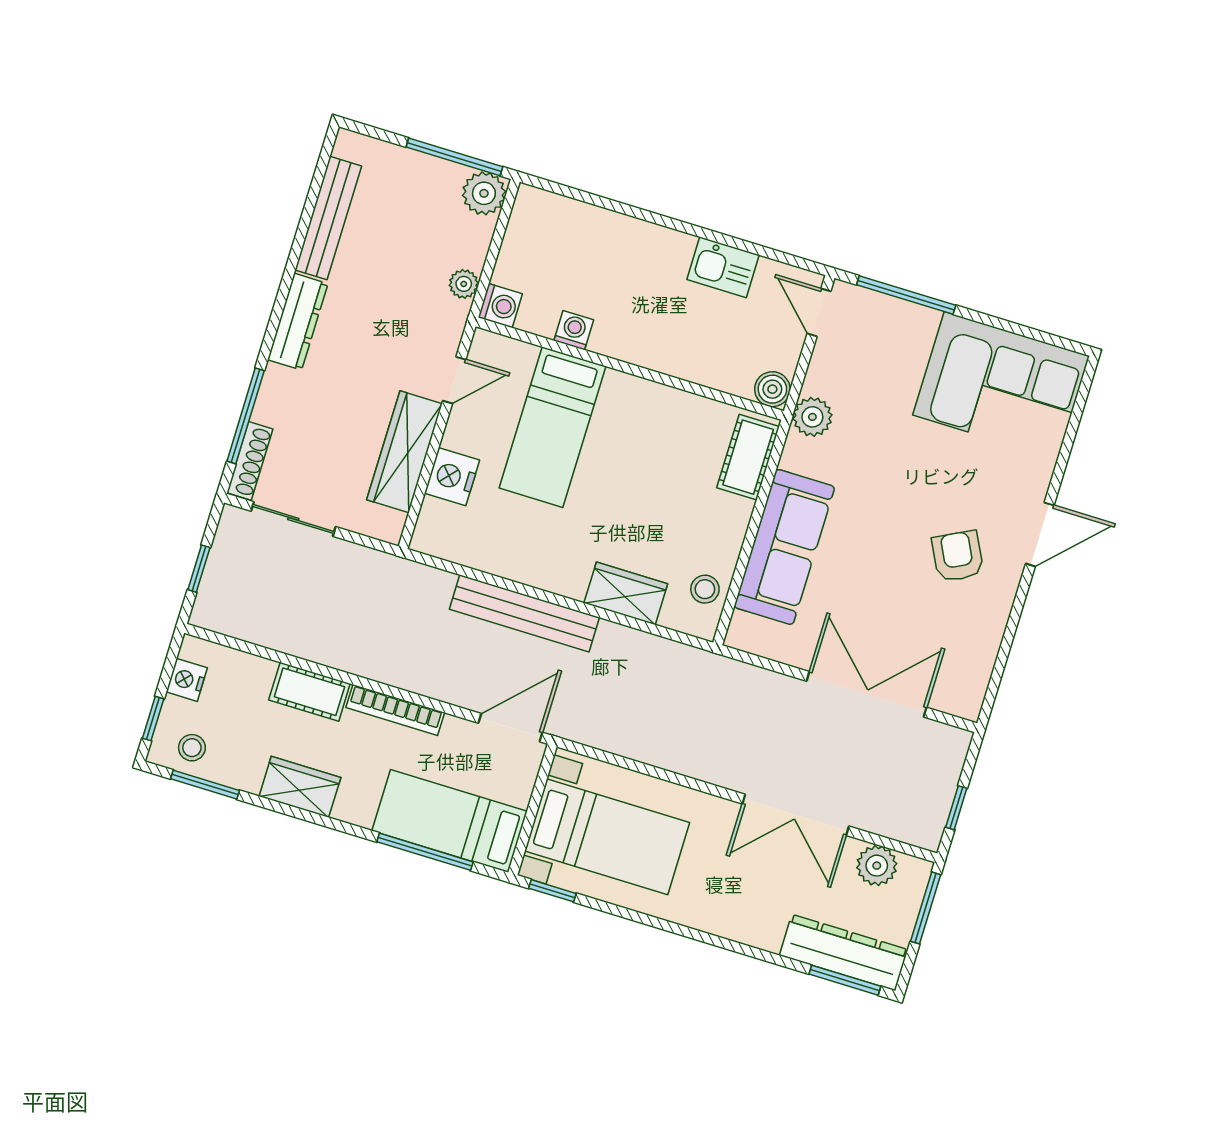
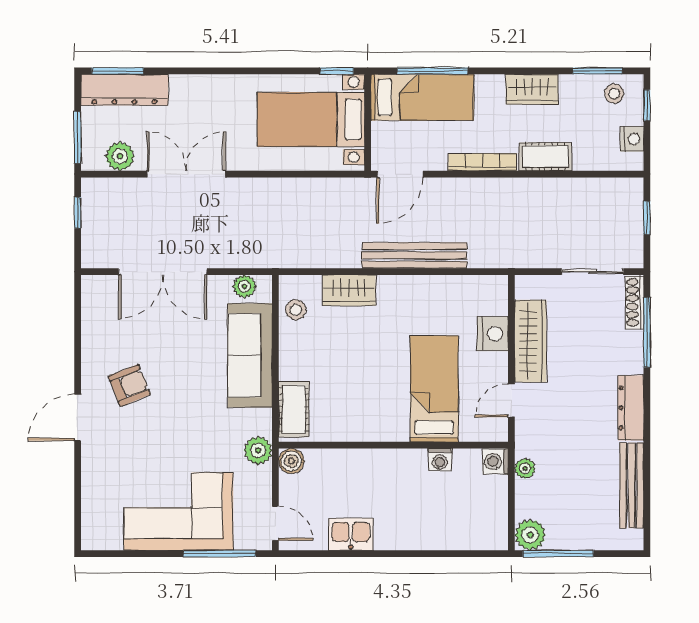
corner sofa: (1001, 386) -> (179, 511), moved
armchair: (958, 556) -> (129, 385), turned -85
plant: (764, 641) -> (244, 286), added

